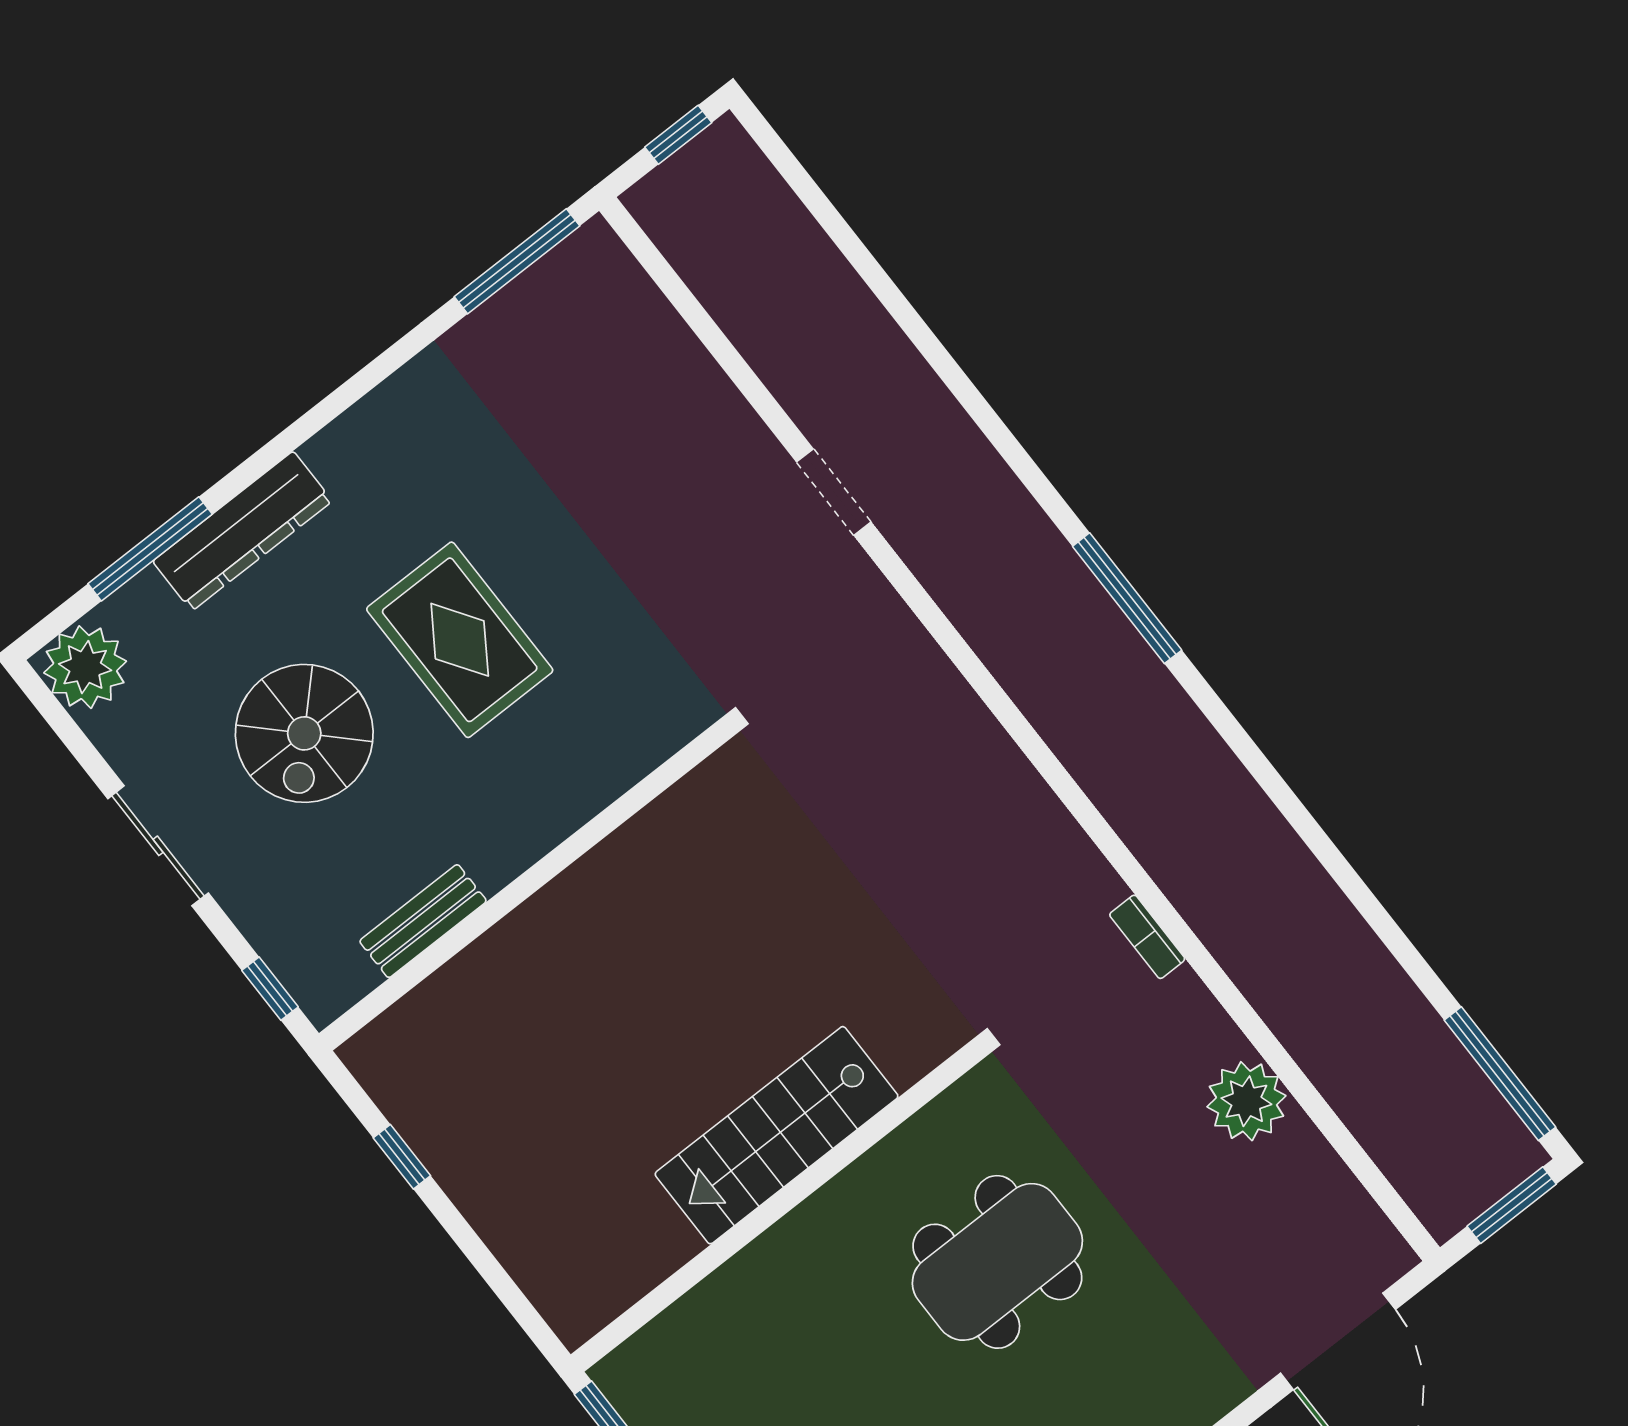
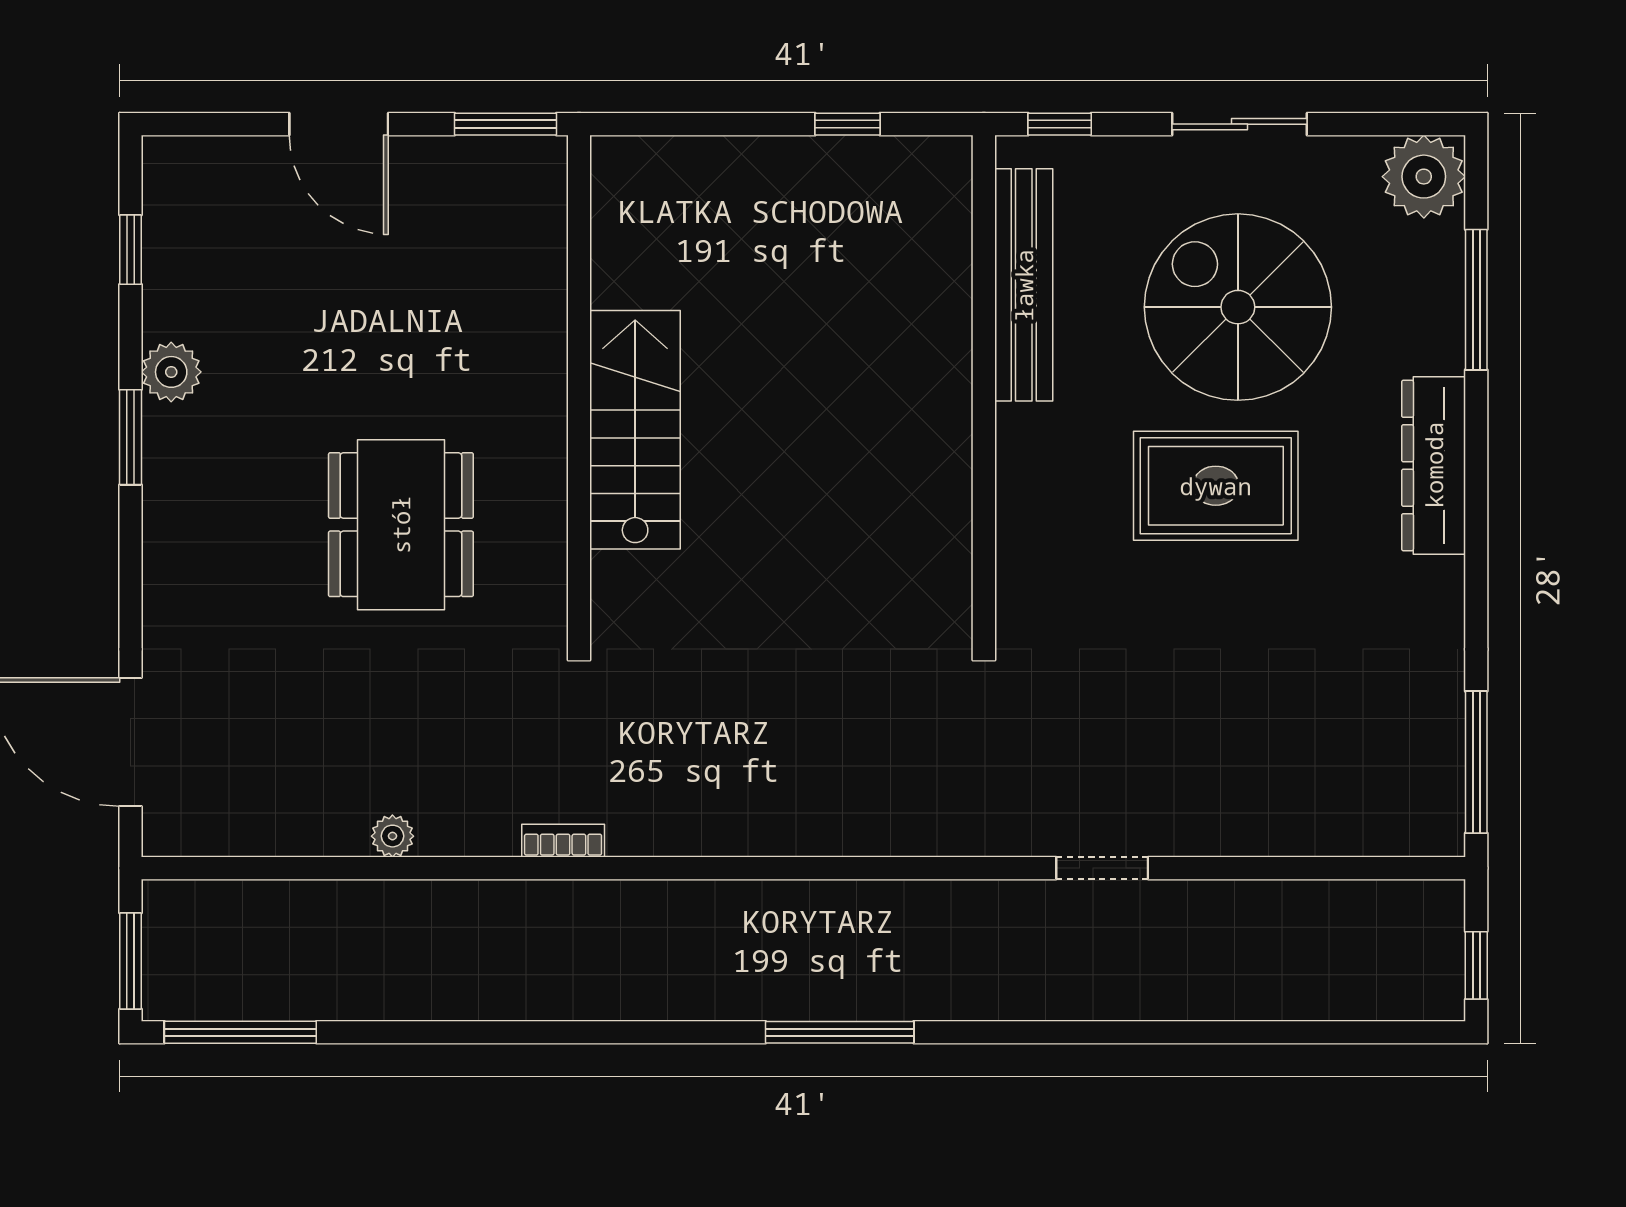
dresser: (242, 531) -> (1434, 465), moved
spiral stairs: (304, 733) -> (1238, 307), width x1.37, depth x1.37
bench: (423, 921) -> (1024, 285), width x1.86, depth x1.21
plant: (1246, 1101) -> (392, 836), width x0.53, depth x0.53

